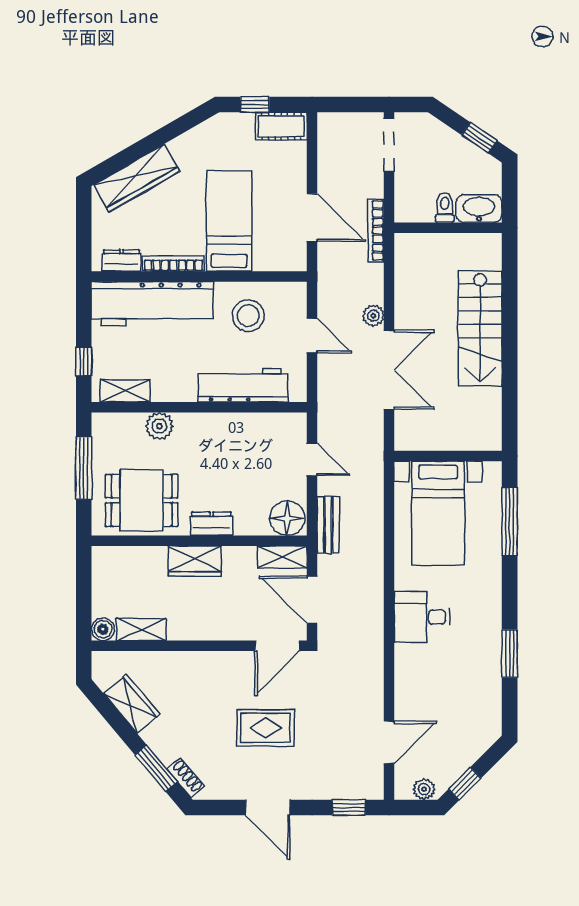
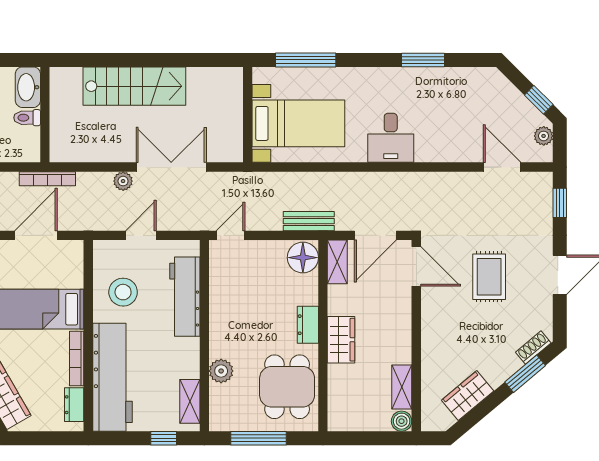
door: (312, 459) -> (231, 235), moved

